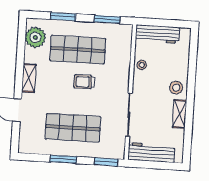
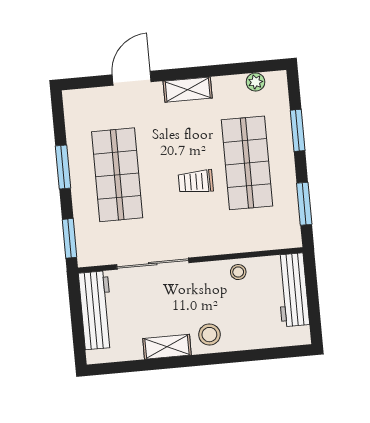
plant: (35, 37) -> (255, 82), width x0.53, depth x0.53
trolley: (84, 82) -> (196, 182), turned -90

